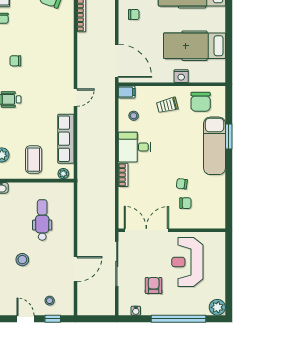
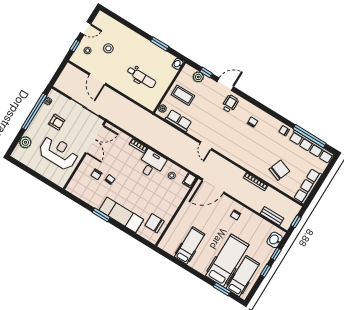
hospital bed: (194, 46) -> (190, 246), width x0.73, depth x0.78
nightstand: (181, 76) -> (178, 221), removed
trolley: (167, 105) -> (165, 201), removed
window: (229, 137) -> (101, 215), moved
row of seats: (66, 139) -> (179, 121), width x0.68
stool: (22, 260) -> (108, 48), moved
plant: (217, 307) -> (25, 142), moved
window: (178, 319) -> (34, 112), moved

